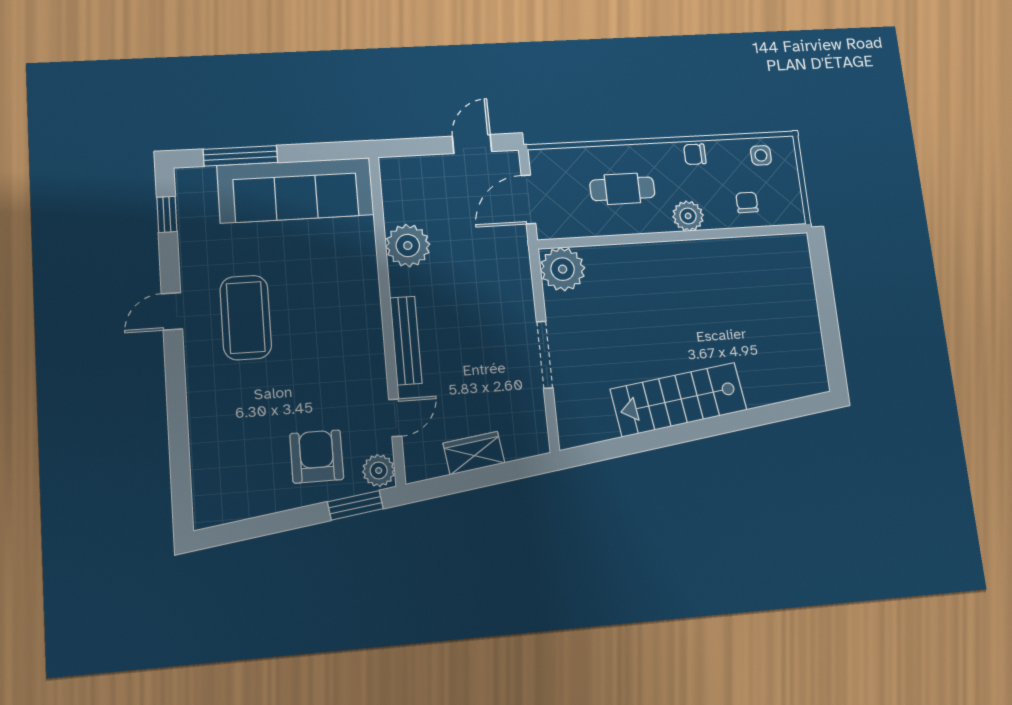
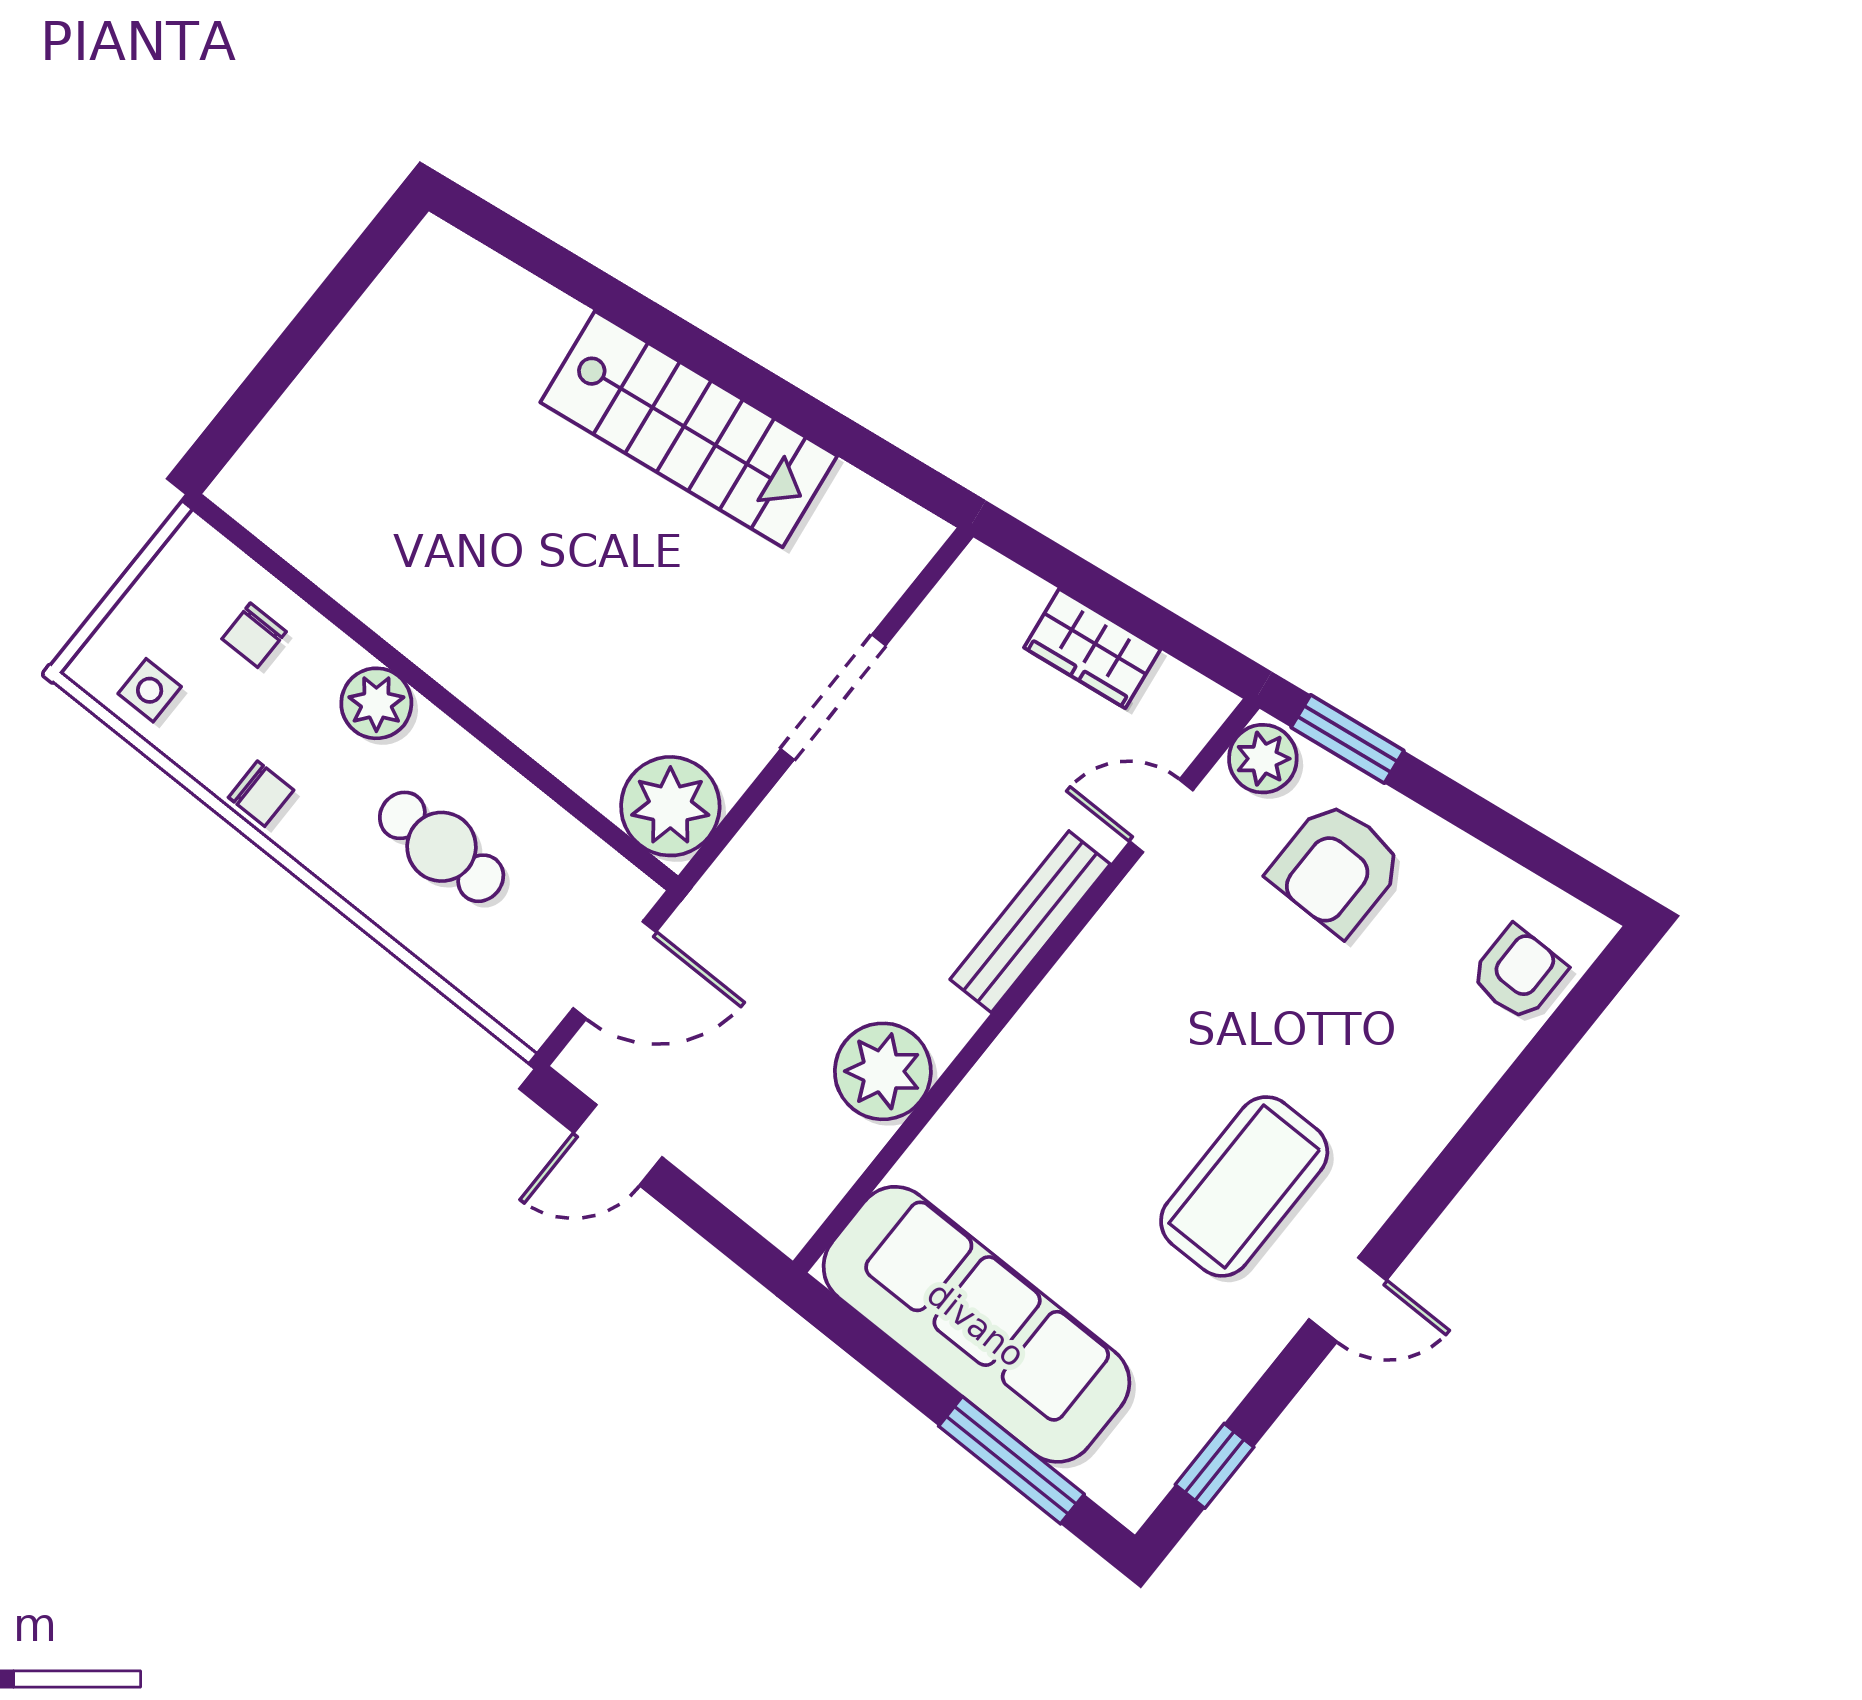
armchair: (216, 480) -> (1518, 973), added

